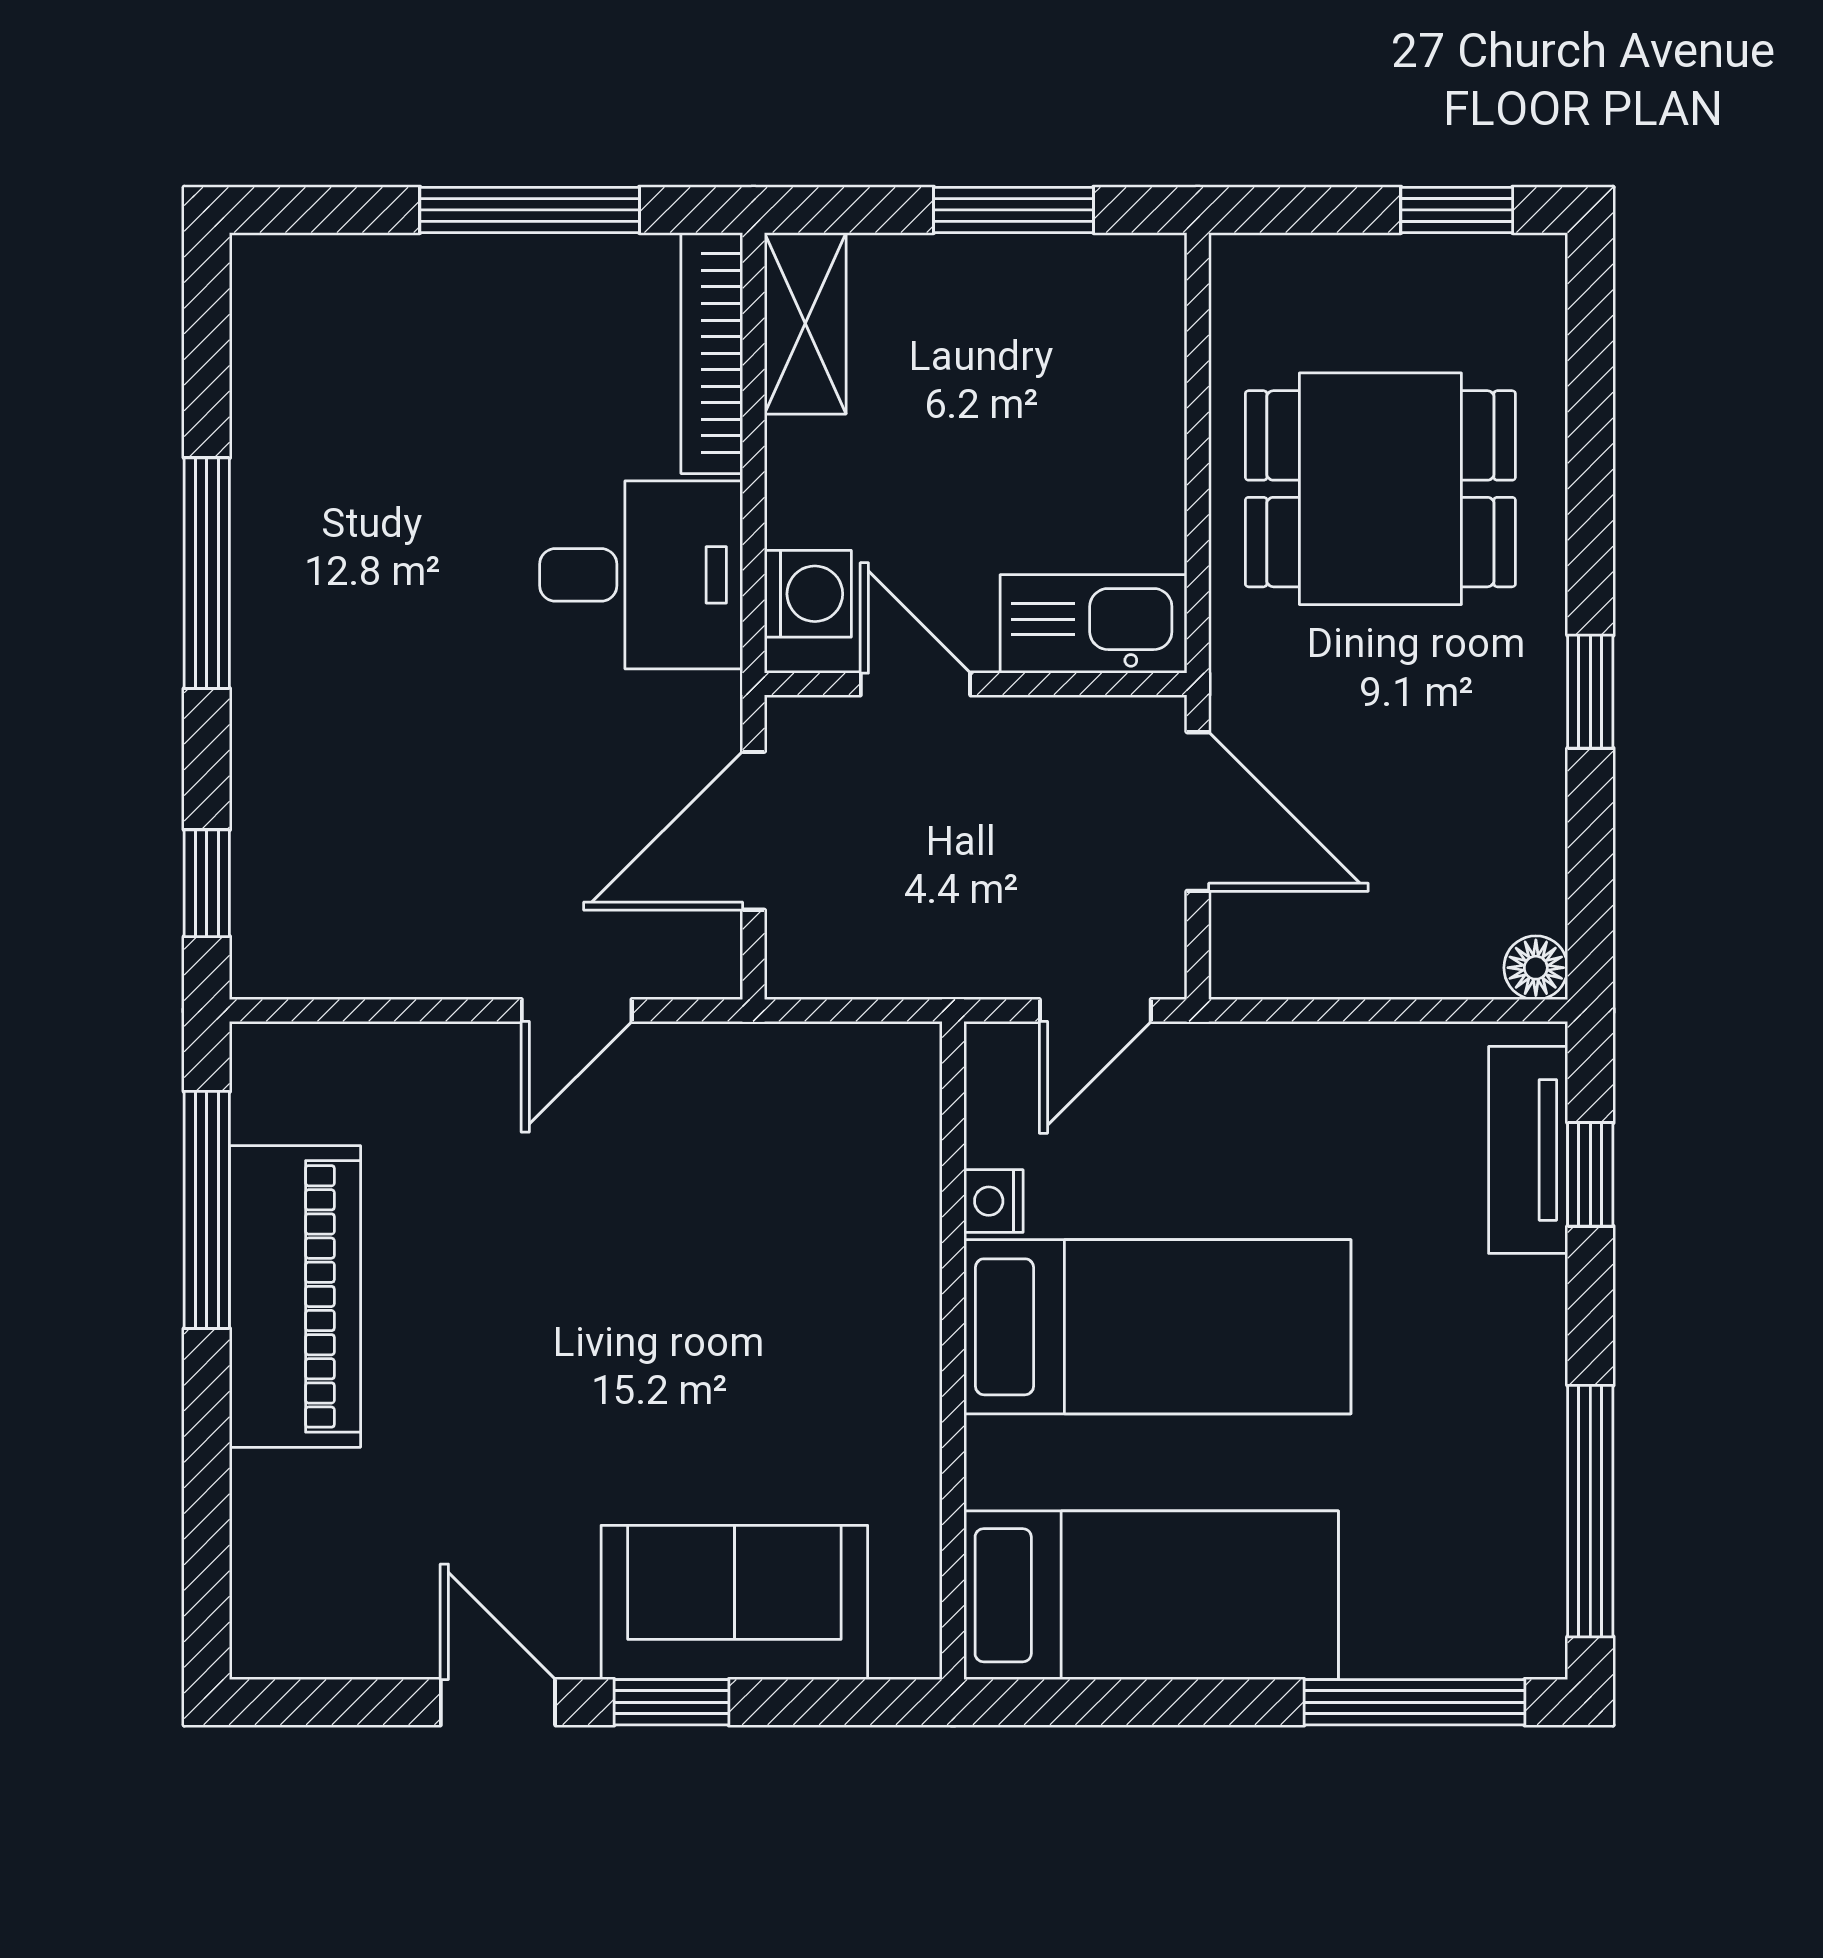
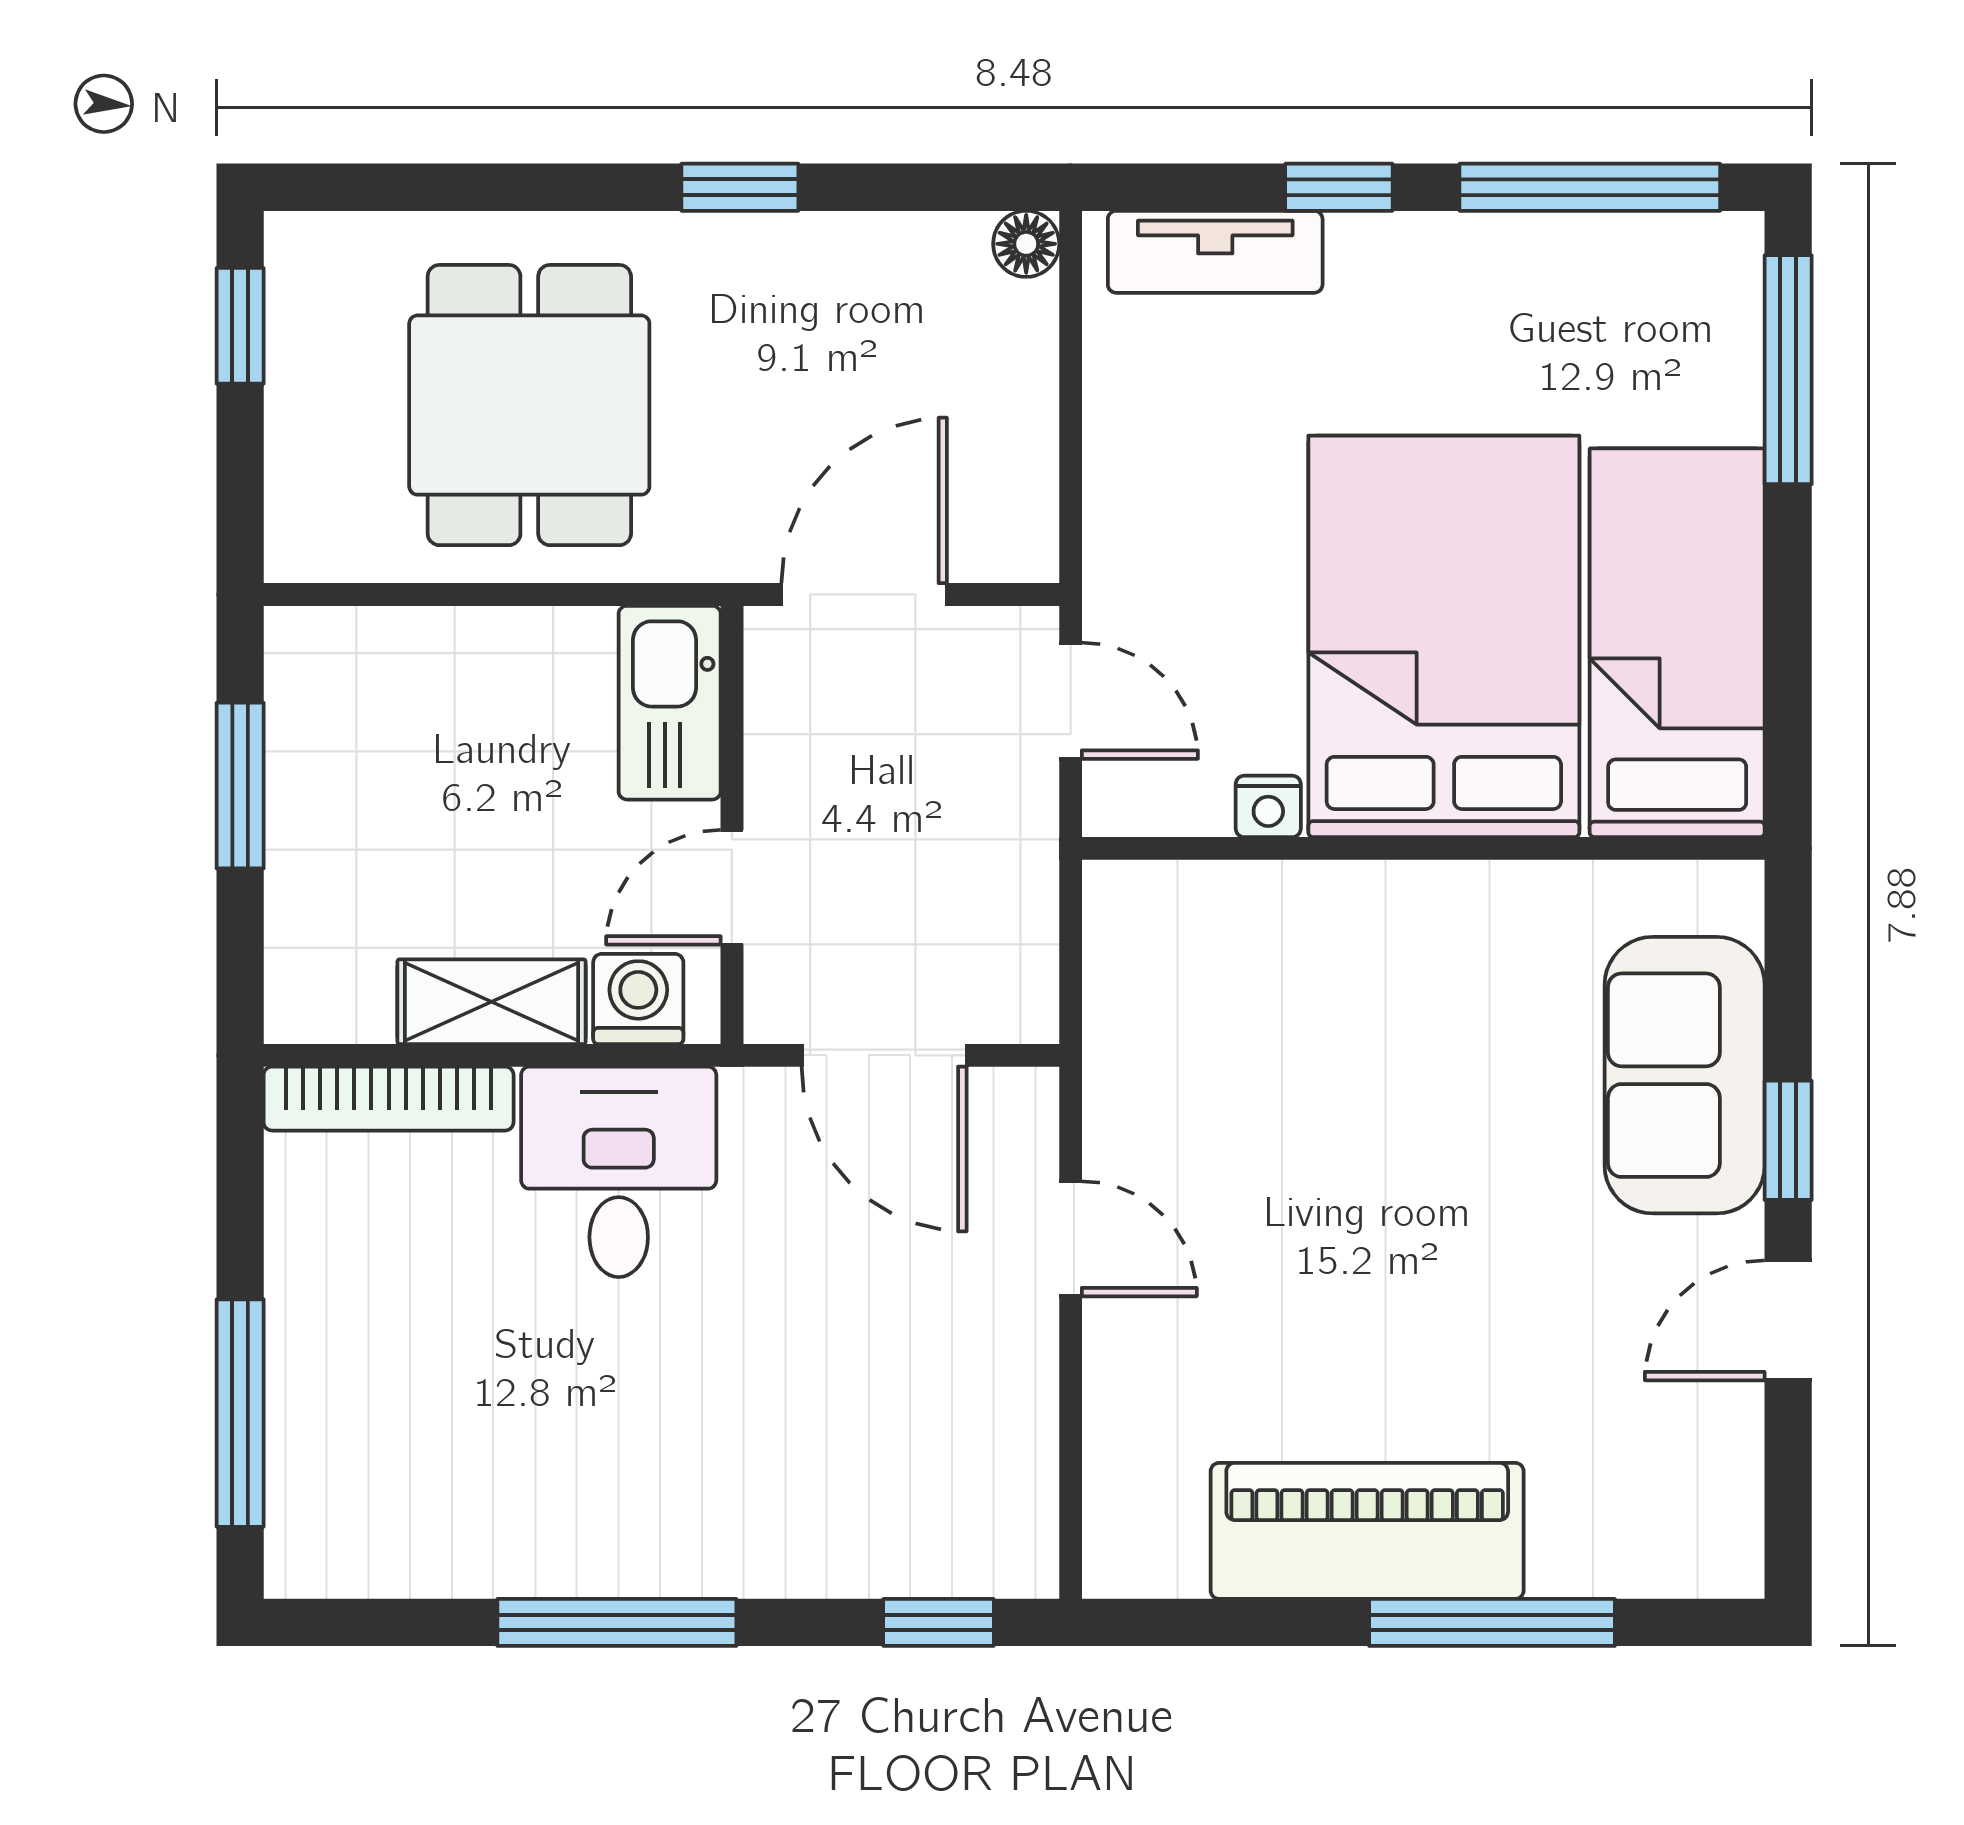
window: (530, 210) -> (240, 1413), moved
shelving: (805, 323) -> (492, 1002), moved
window: (1590, 1174) -> (1339, 187), moved
window: (207, 1210) -> (1492, 1622), moved
bed: (1157, 1327) -> (1444, 636), width x1.50

